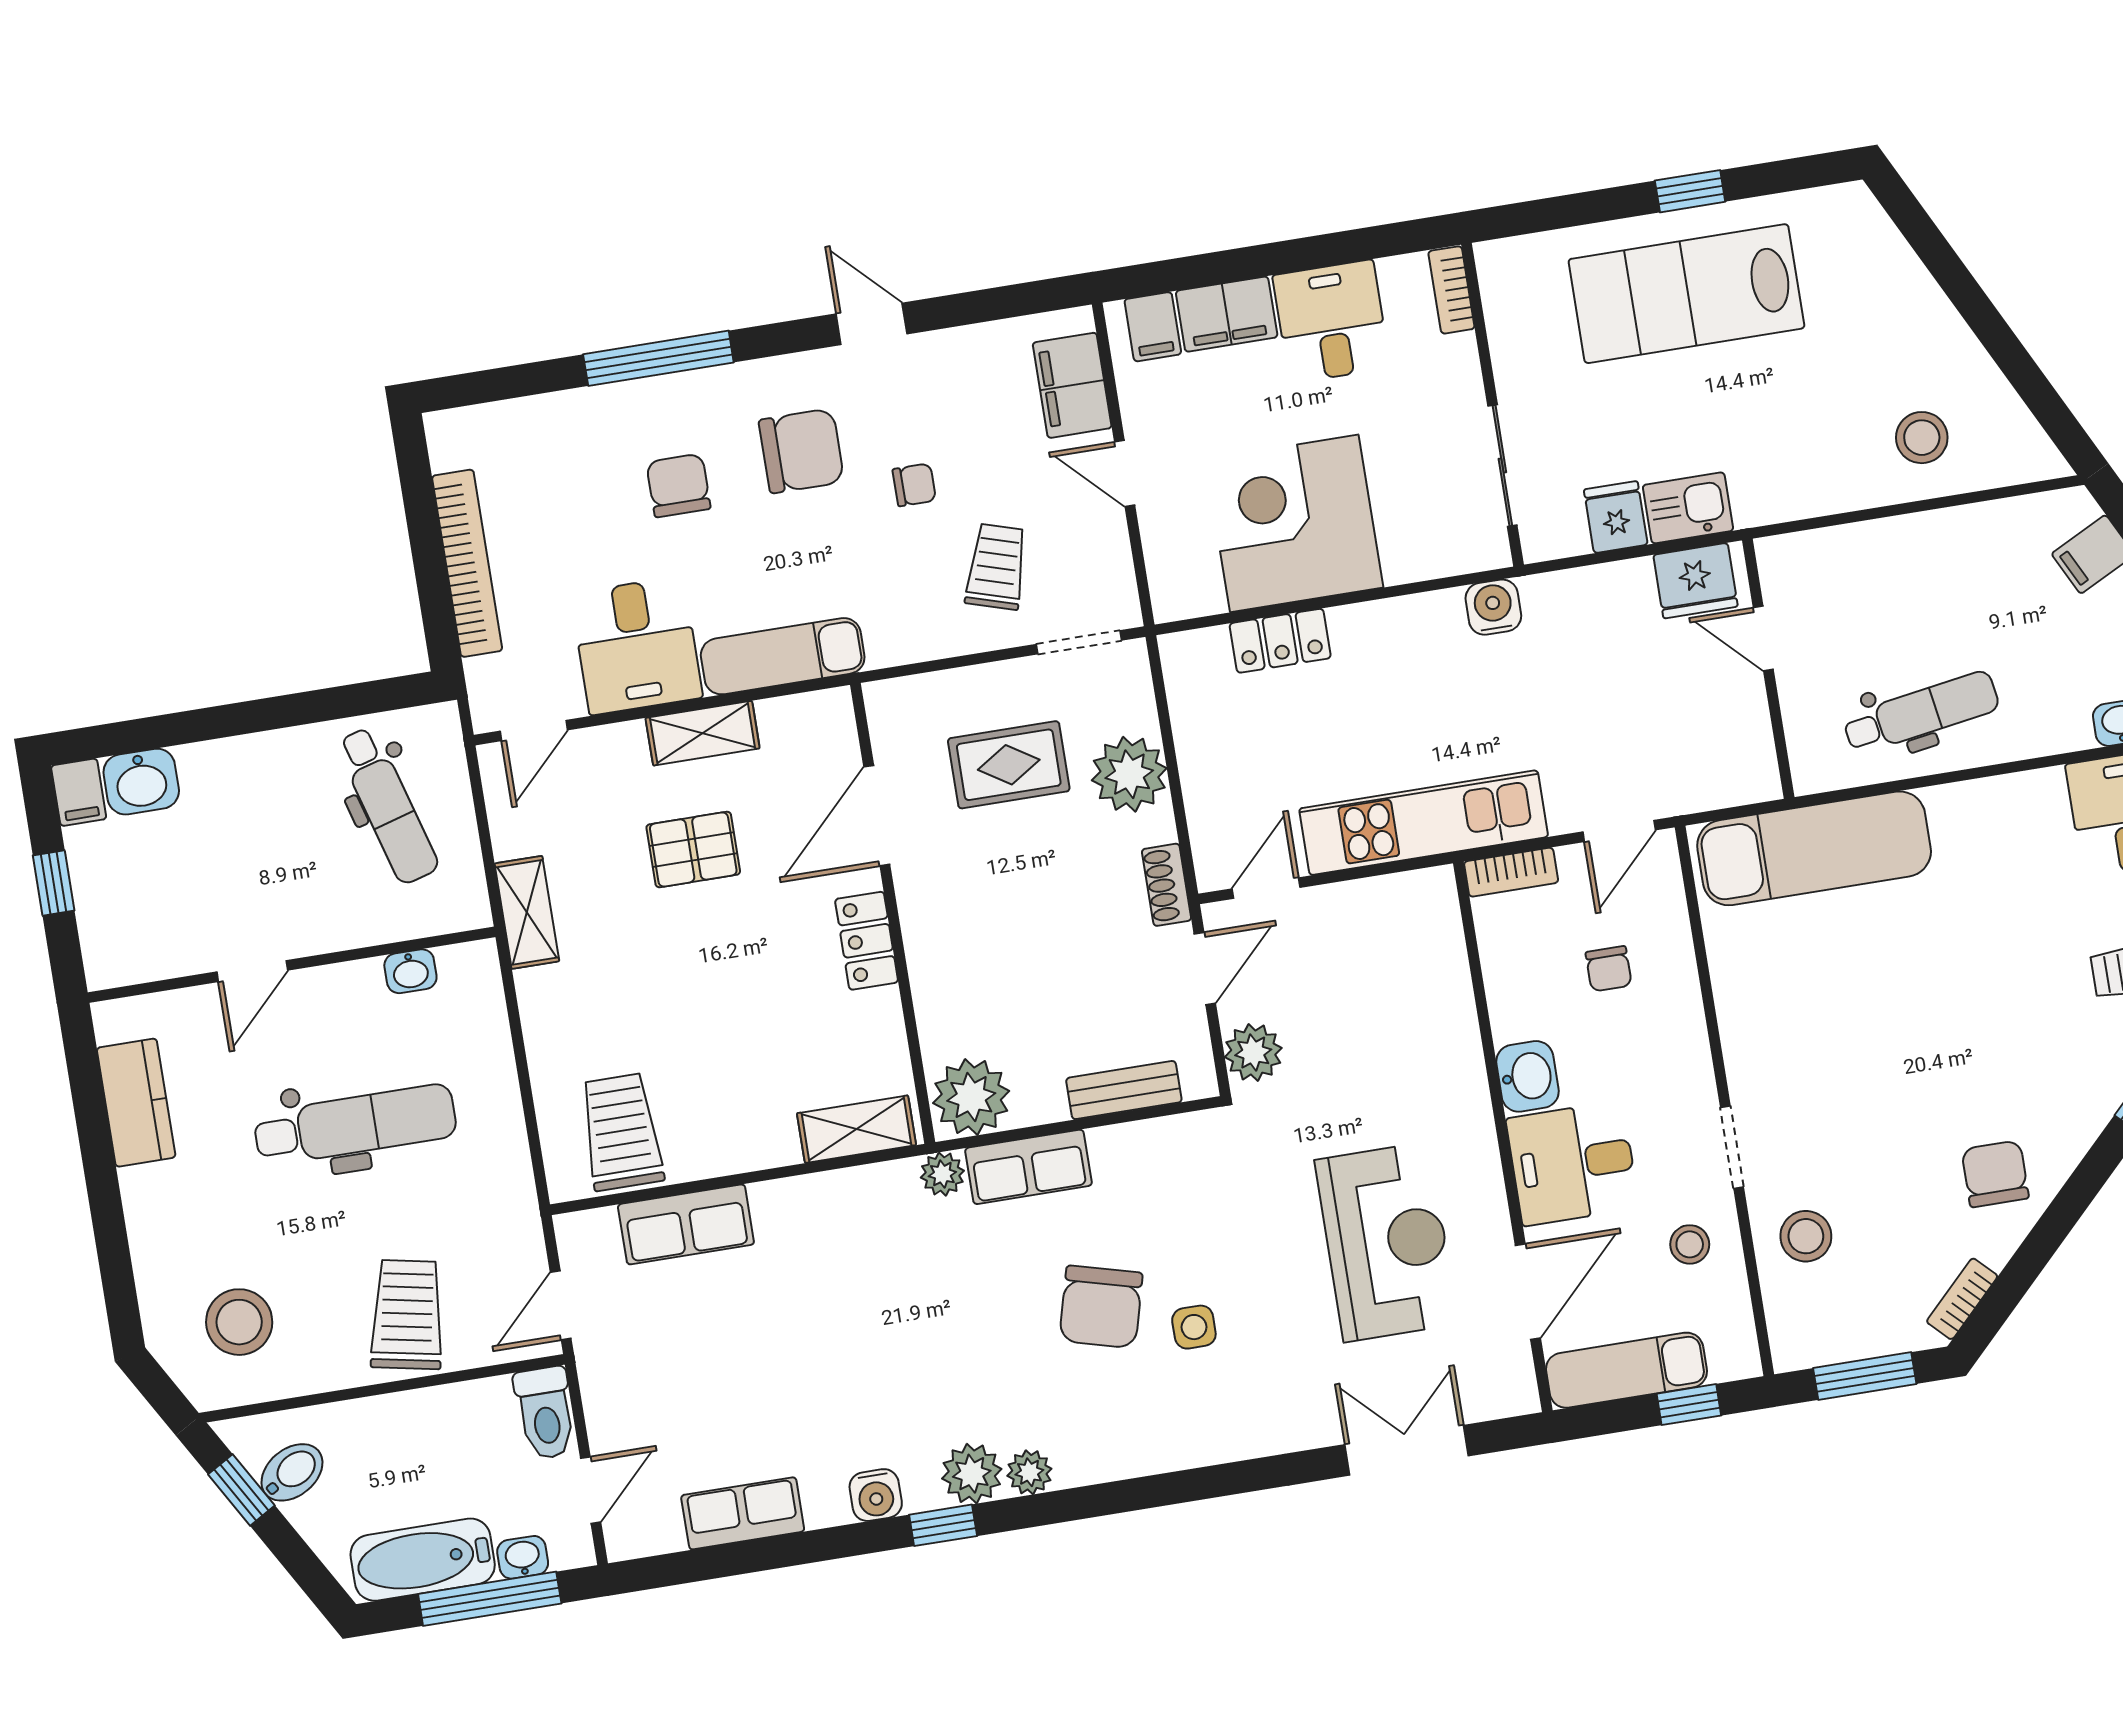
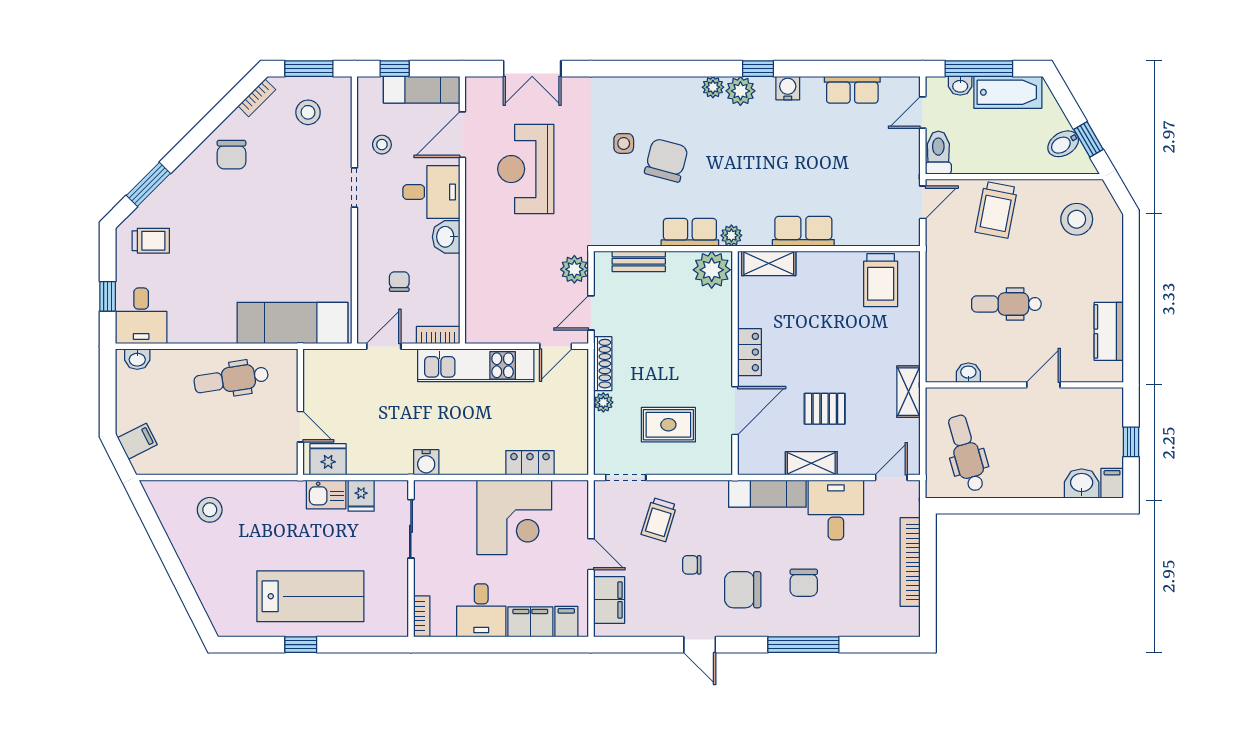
plant: (1129, 774) -> (603, 402), width x0.53, depth x0.53
shoe rack: (1167, 885) -> (603, 364), width x1.43
dental chair: (355, 1125) -> (1006, 304), width x0.73, depth x0.72
row of seats: (686, 1224) -> (803, 231), moved
stool: (1806, 1236) -> (308, 112), moved

